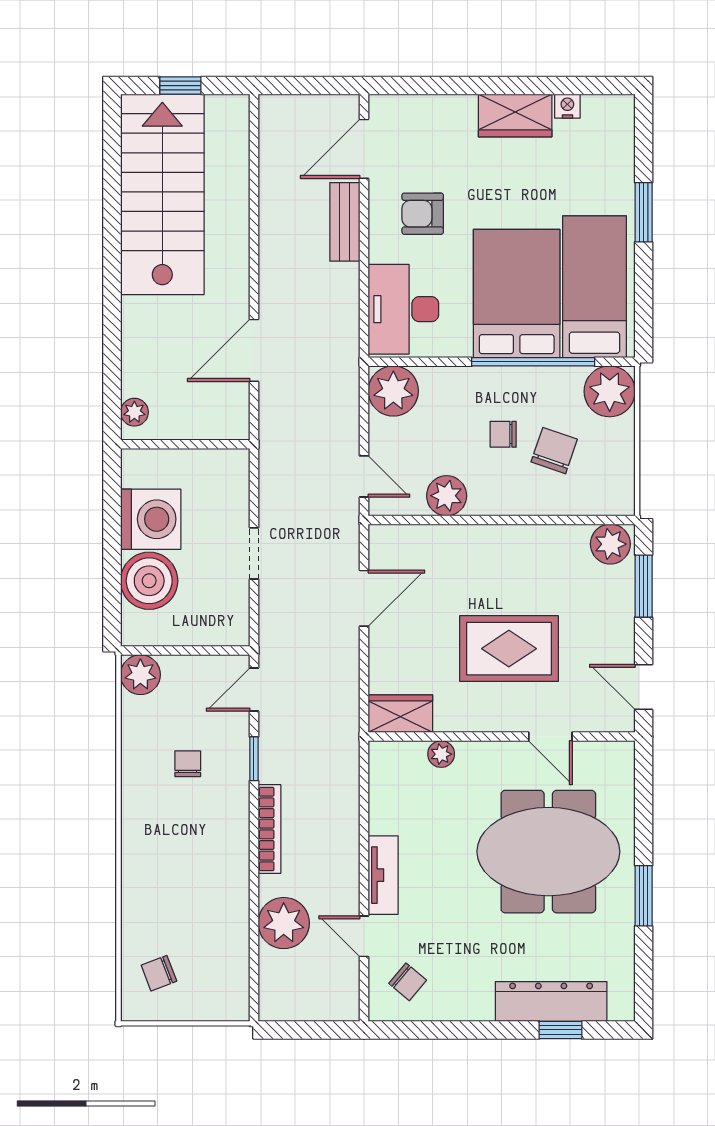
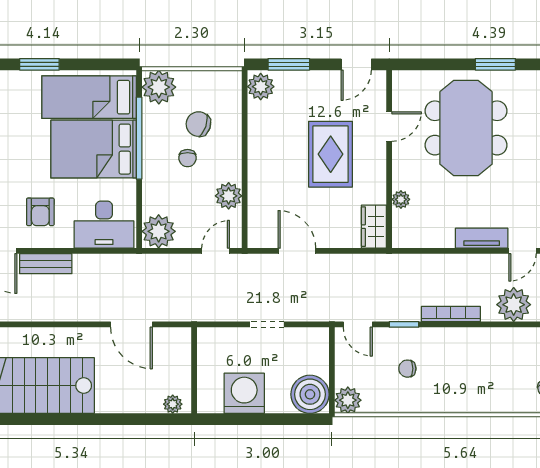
boiler: (149, 581) -> (310, 394), moved

